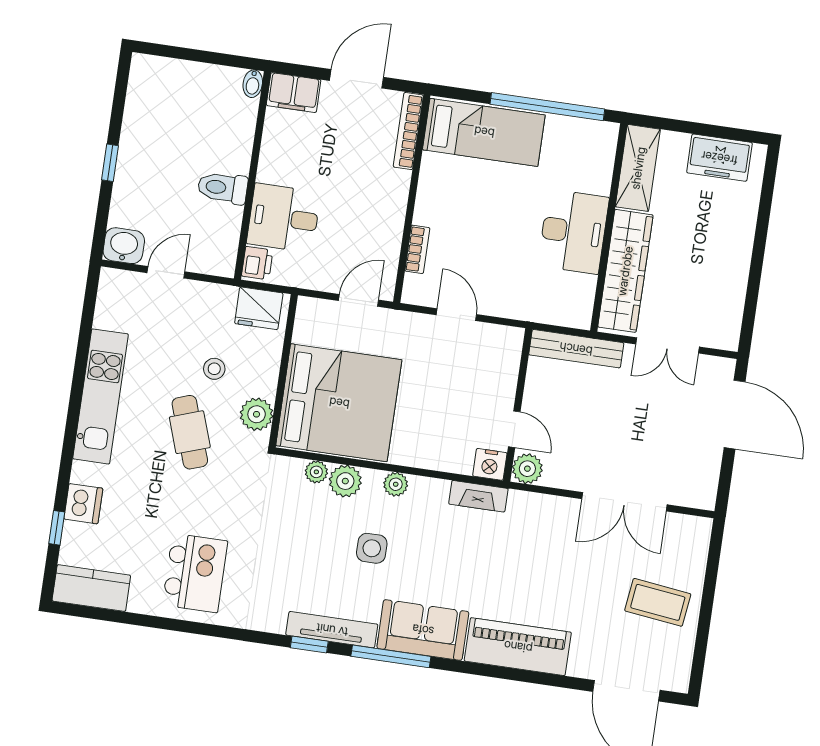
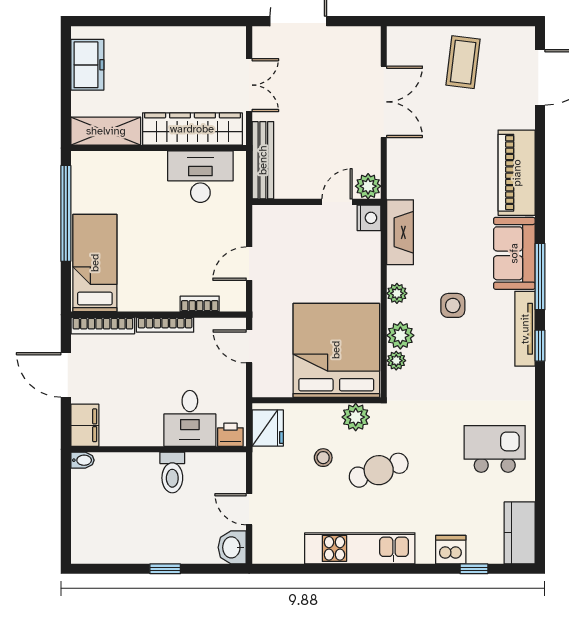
bookcase: (398, 205) -> (165, 325), added
desk: (573, 232) -> (200, 177), moved
fireplace: (478, 496) -> (400, 232), width x1.37, depth x1.32

